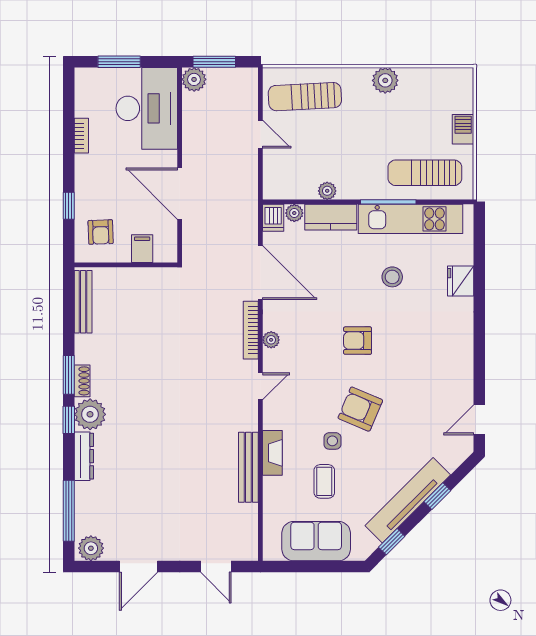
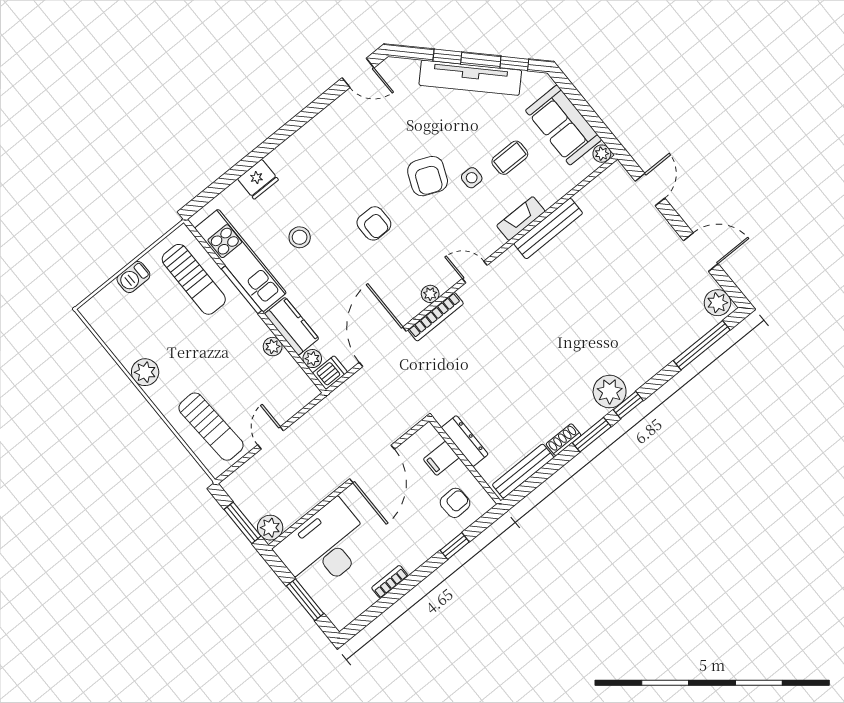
shoe rack: (82, 381) -> (564, 440), moved
dresser: (84, 456) -> (465, 441), moved, turned 90
plant: (272, 552) -> (602, 154), added

